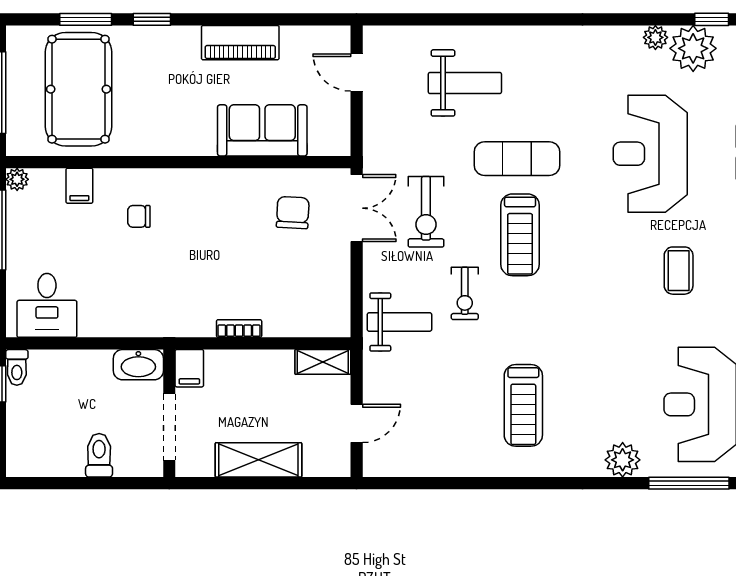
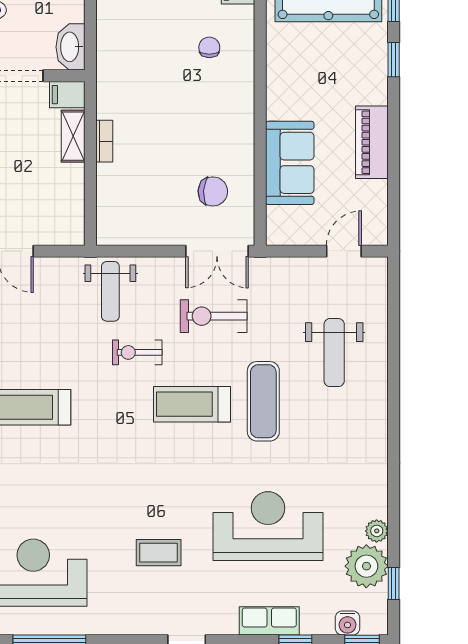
shelving: (323, 362) -> (73, 136), moved

